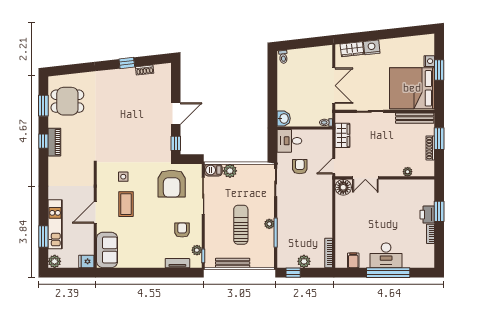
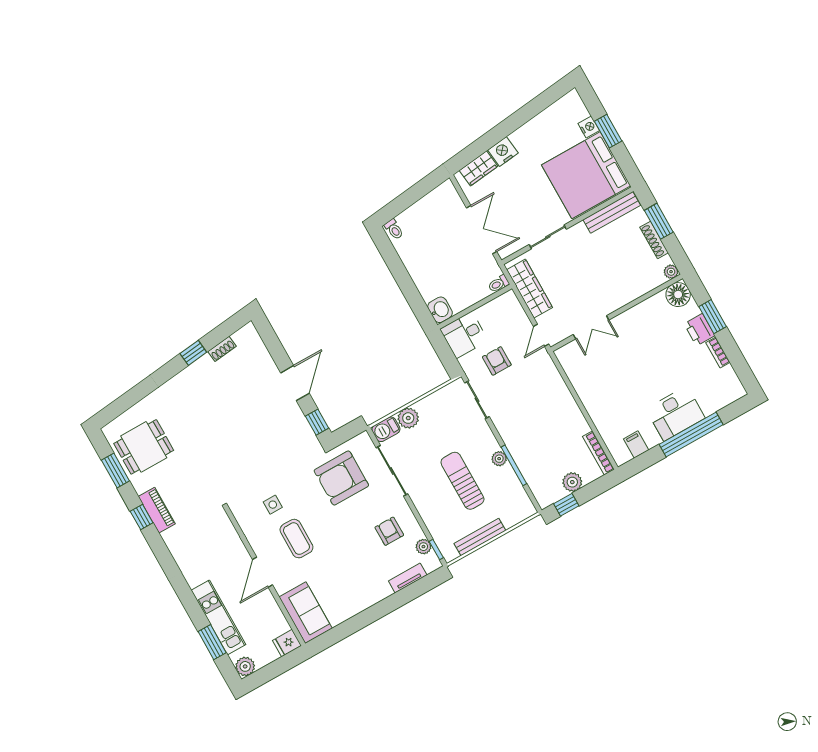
wardrobe: (342, 135) -> (530, 289), width x1.50
plant: (408, 172) -> (671, 272), moved
armchair: (172, 184) -> (341, 478), turned 90
floor lamp: (343, 187) -> (678, 295), moved

